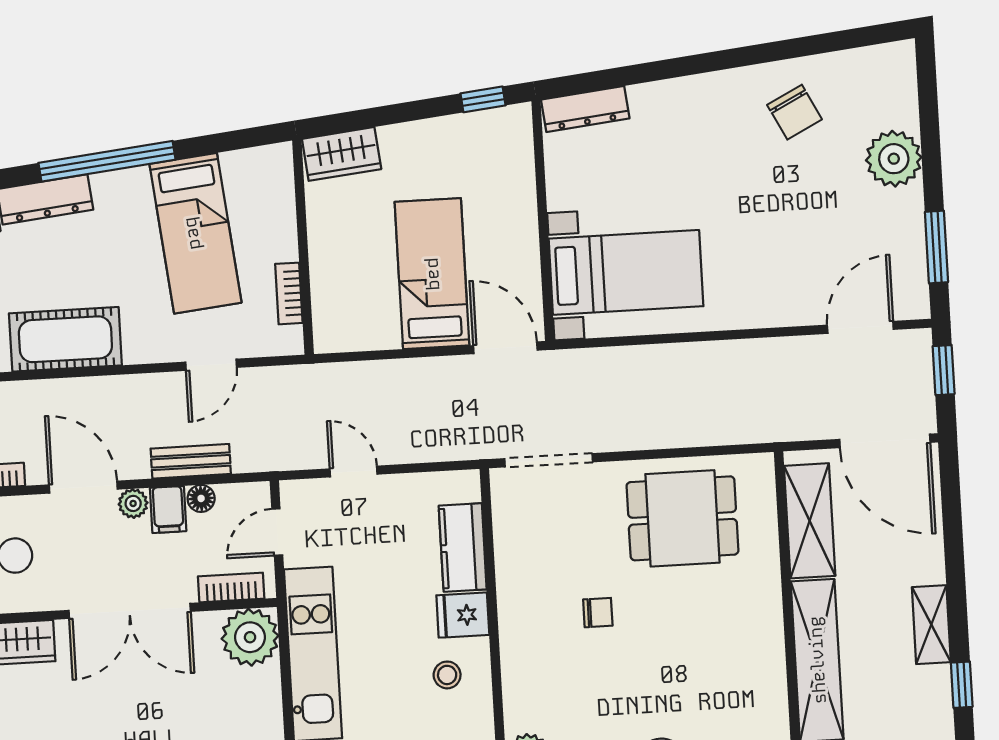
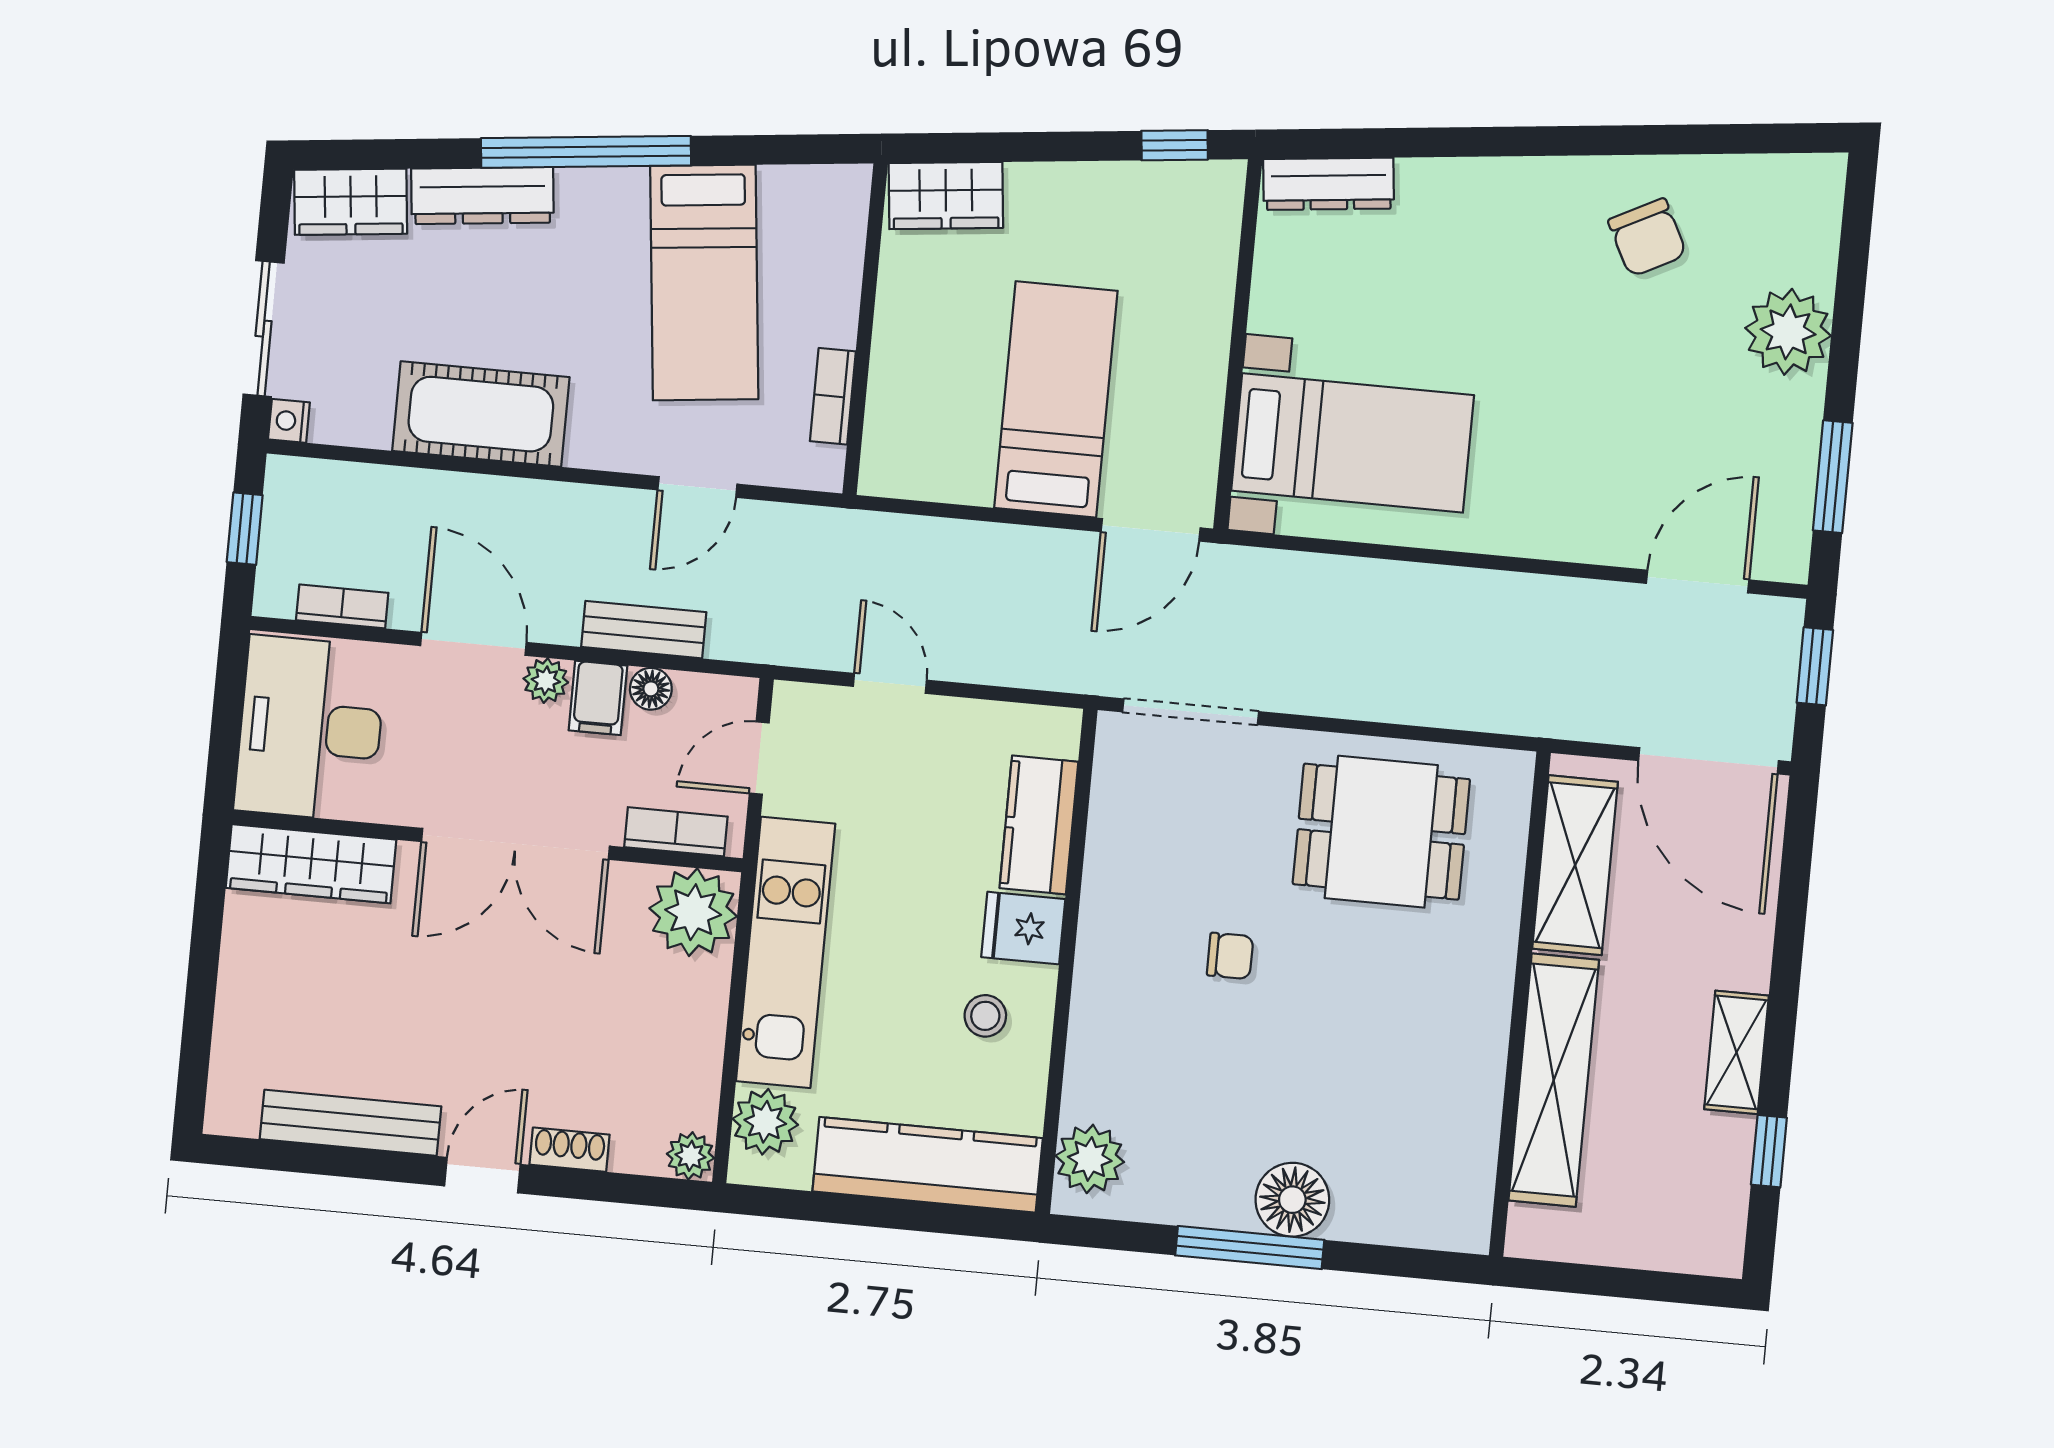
door: (505, 348) -> (1151, 530), swing flipped

